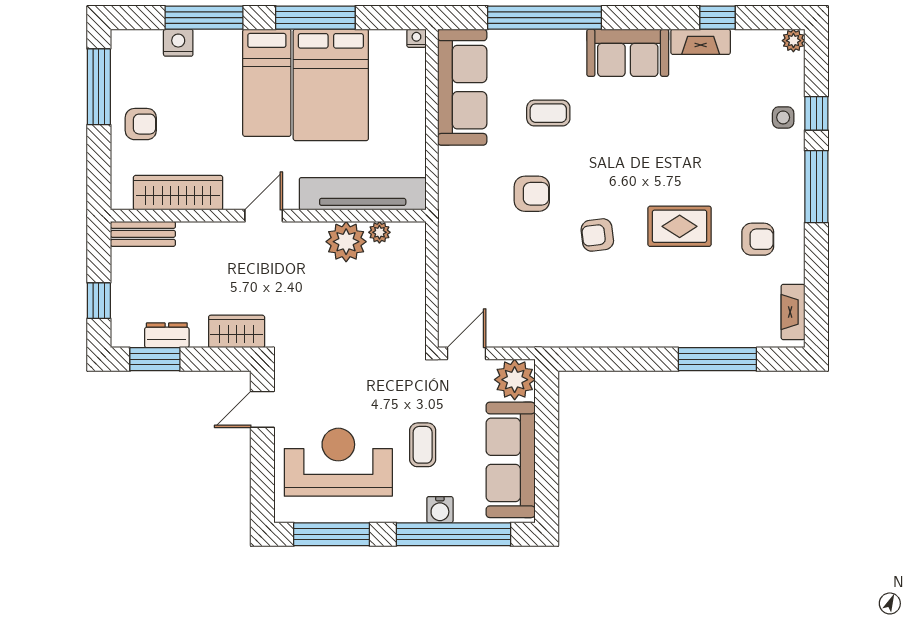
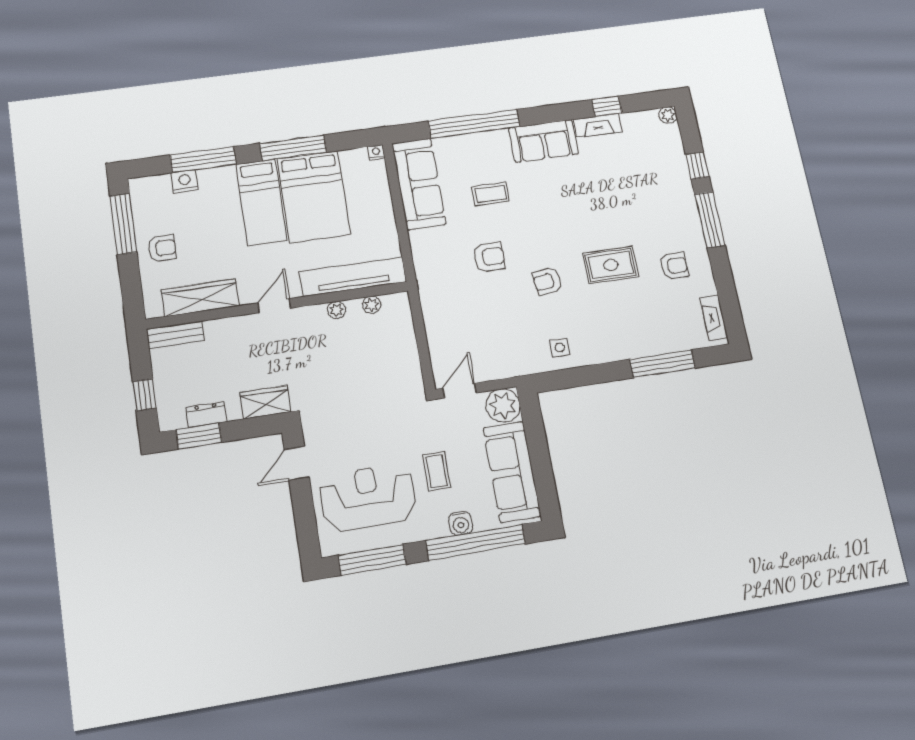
side table: (783, 117) -> (560, 347), moved
plant: (346, 242) -> (337, 310), width x0.53, depth x0.53

